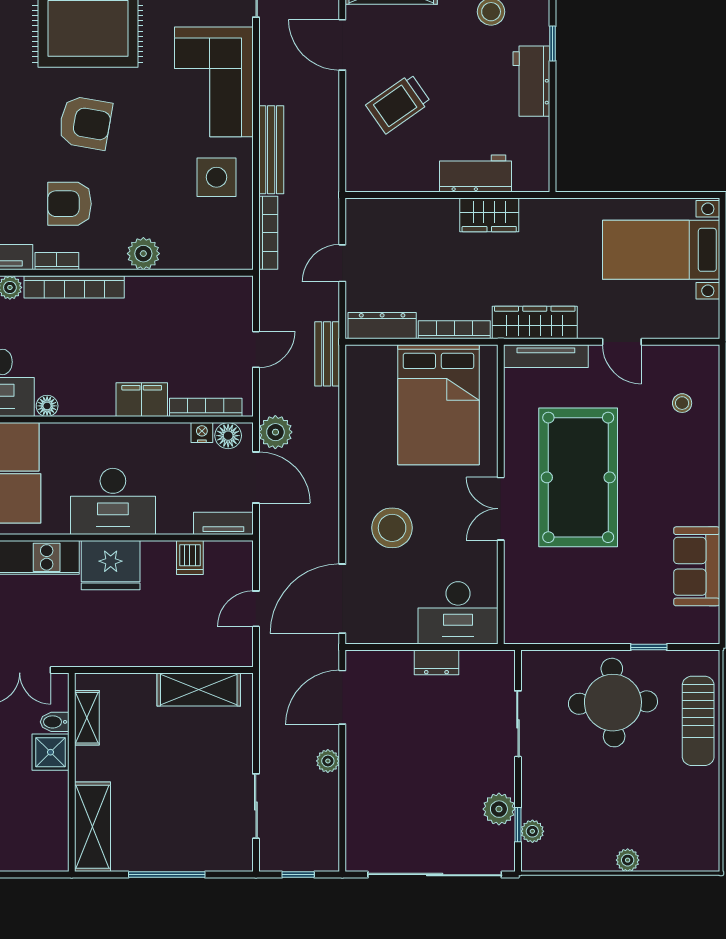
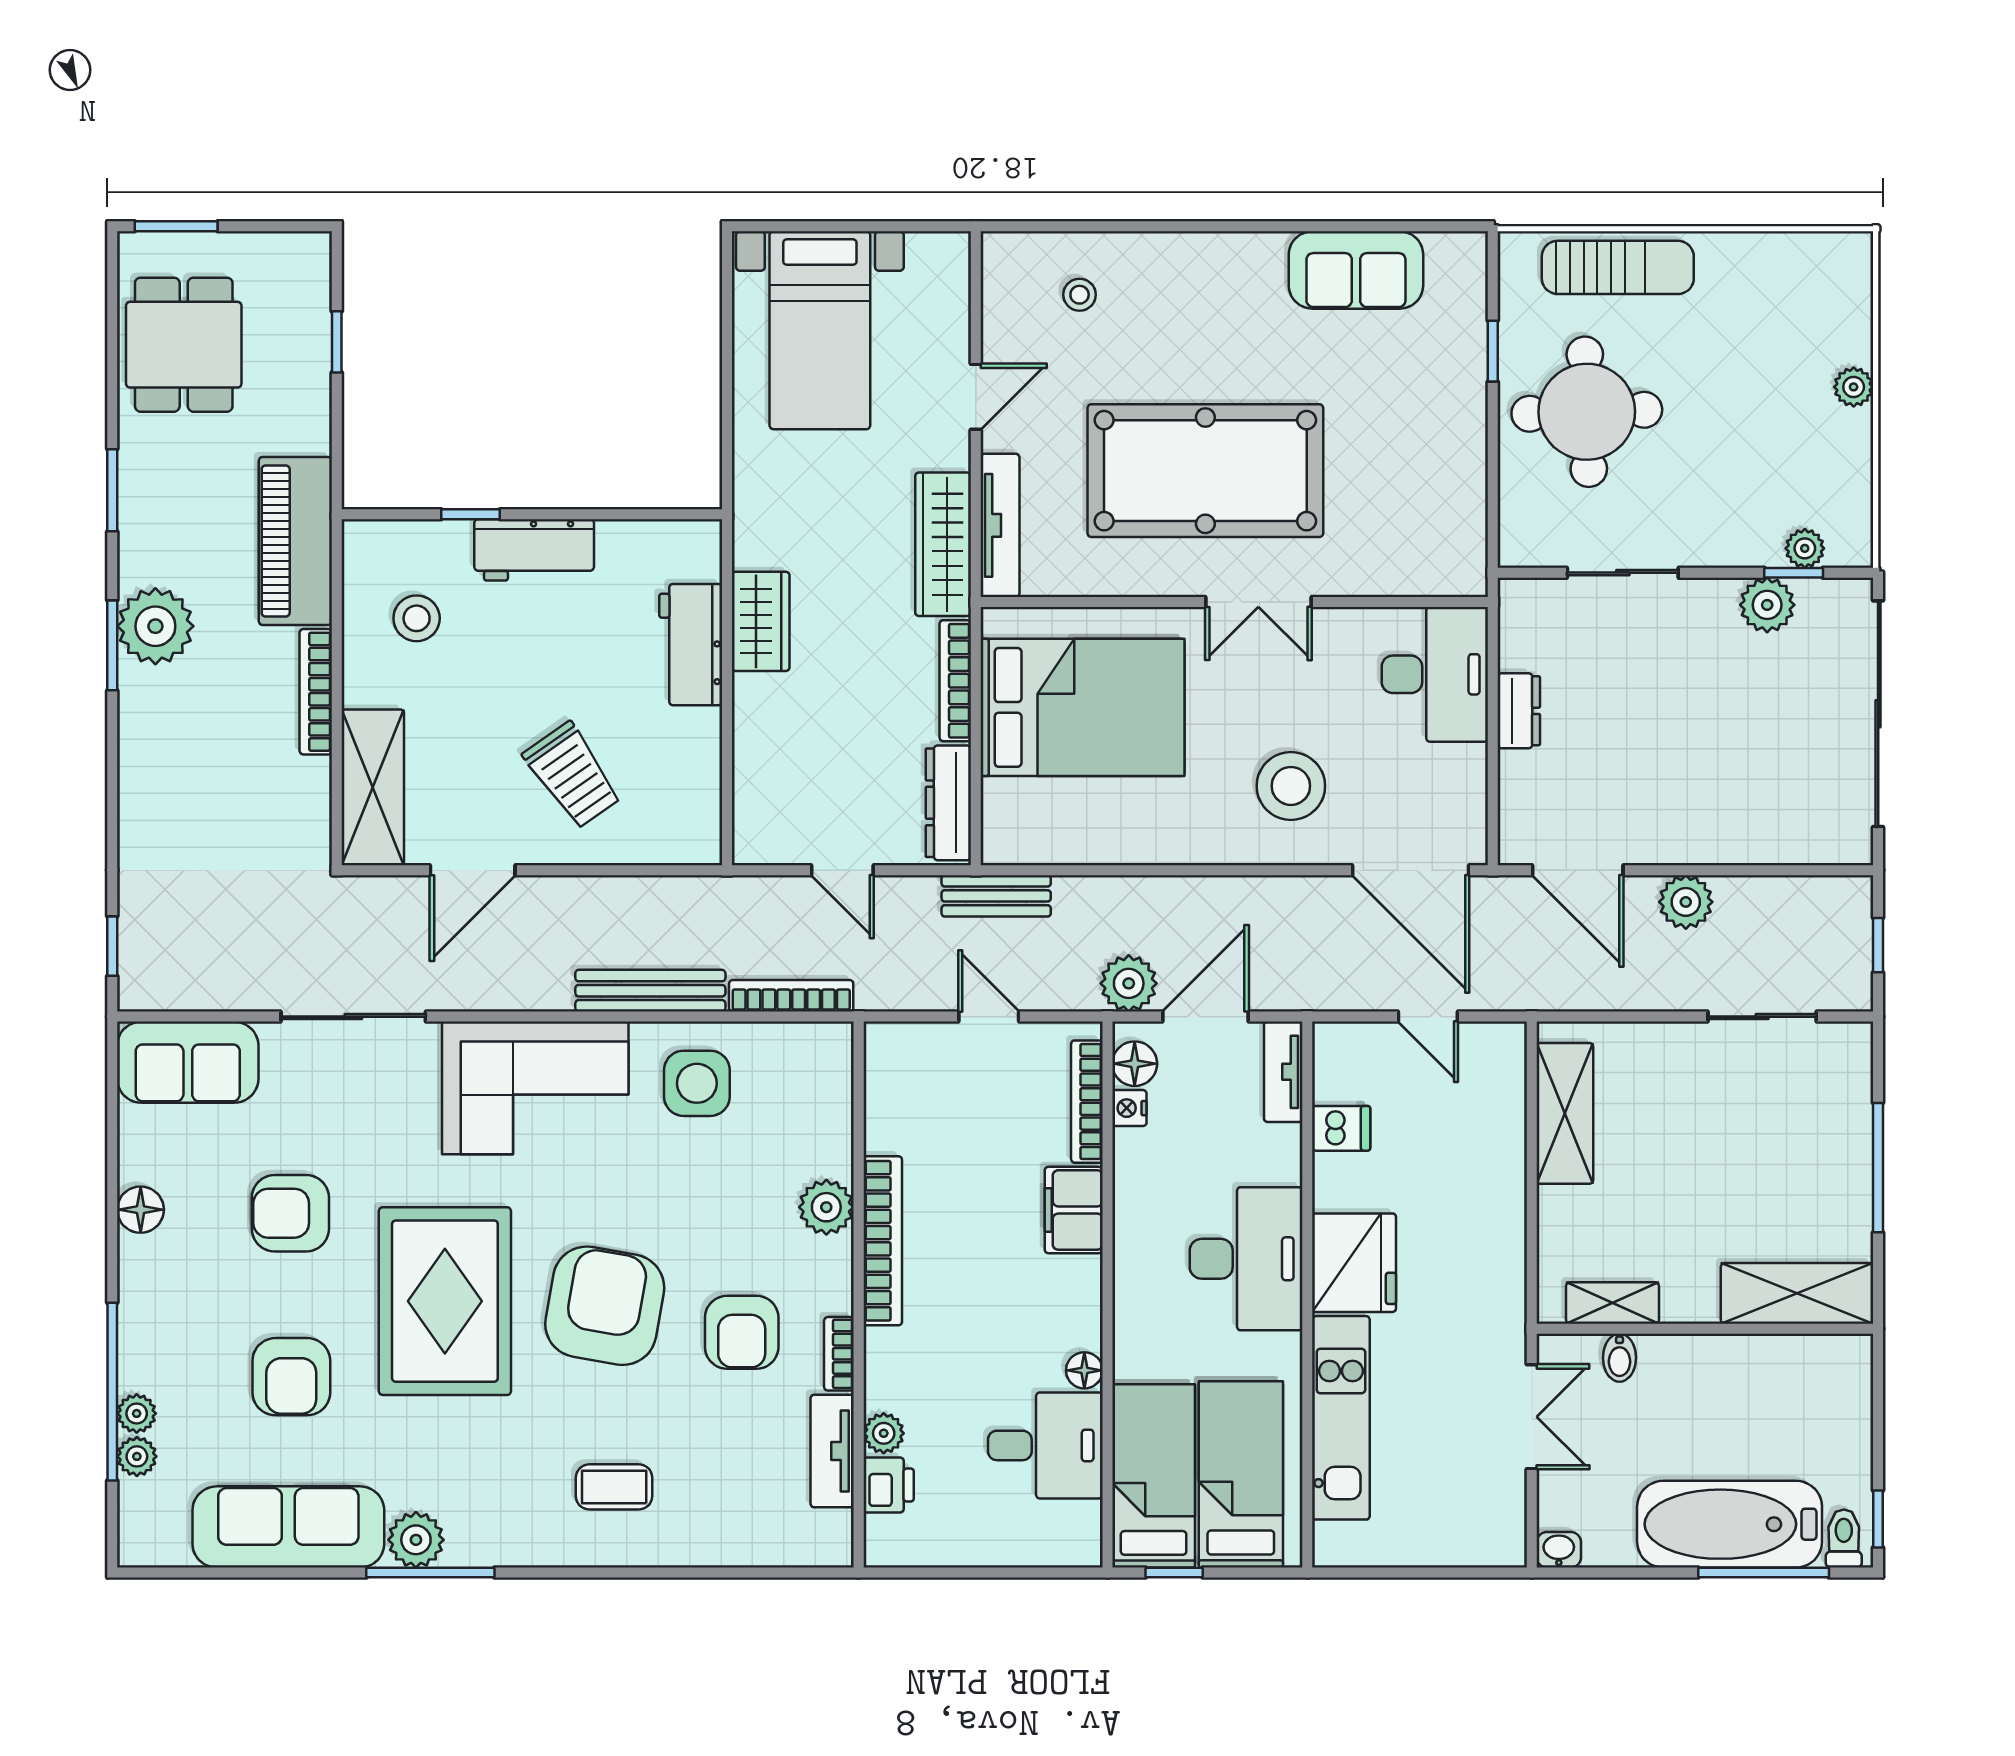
armchair: (85, 123) -> (605, 1306), width x1.36, depth x1.36
bookcase: (74, 287) -> (883, 1241), moved
shower: (50, 752) -> (1671, 1365), removed
plant: (328, 761) -> (1686, 902), width x1.38, depth x1.38

